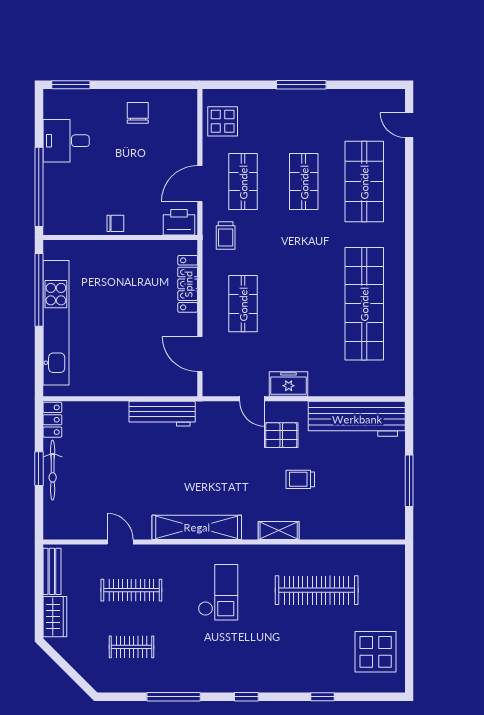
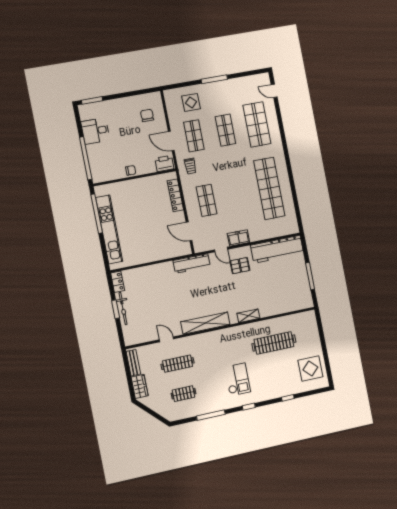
chair: (138, 113) -> (147, 115), moved
display table: (223, 121) -> (191, 102), moved
door: (200, 184) -> (171, 141), hinge flipped
workbench: (162, 414) -> (192, 263), moved
trolley: (300, 479) -> (254, 287), removed
checkout: (218, 592) -> (238, 379), moved

